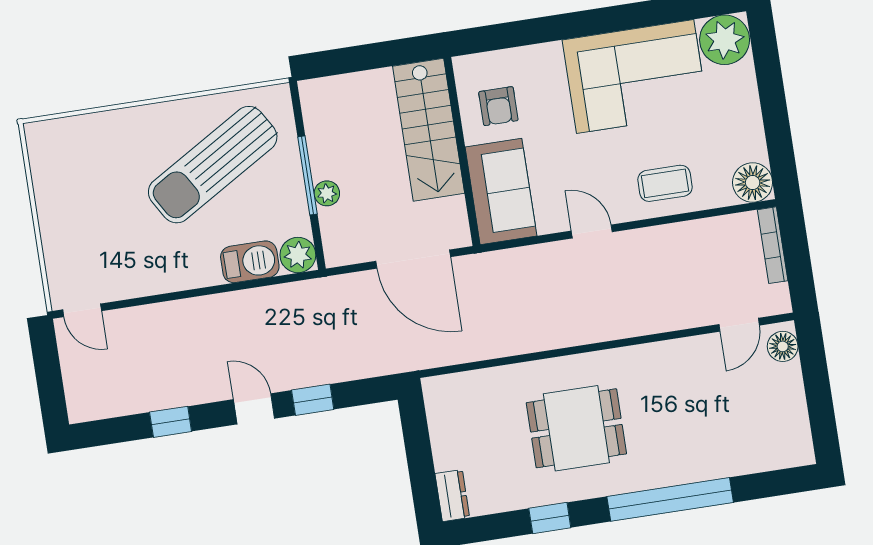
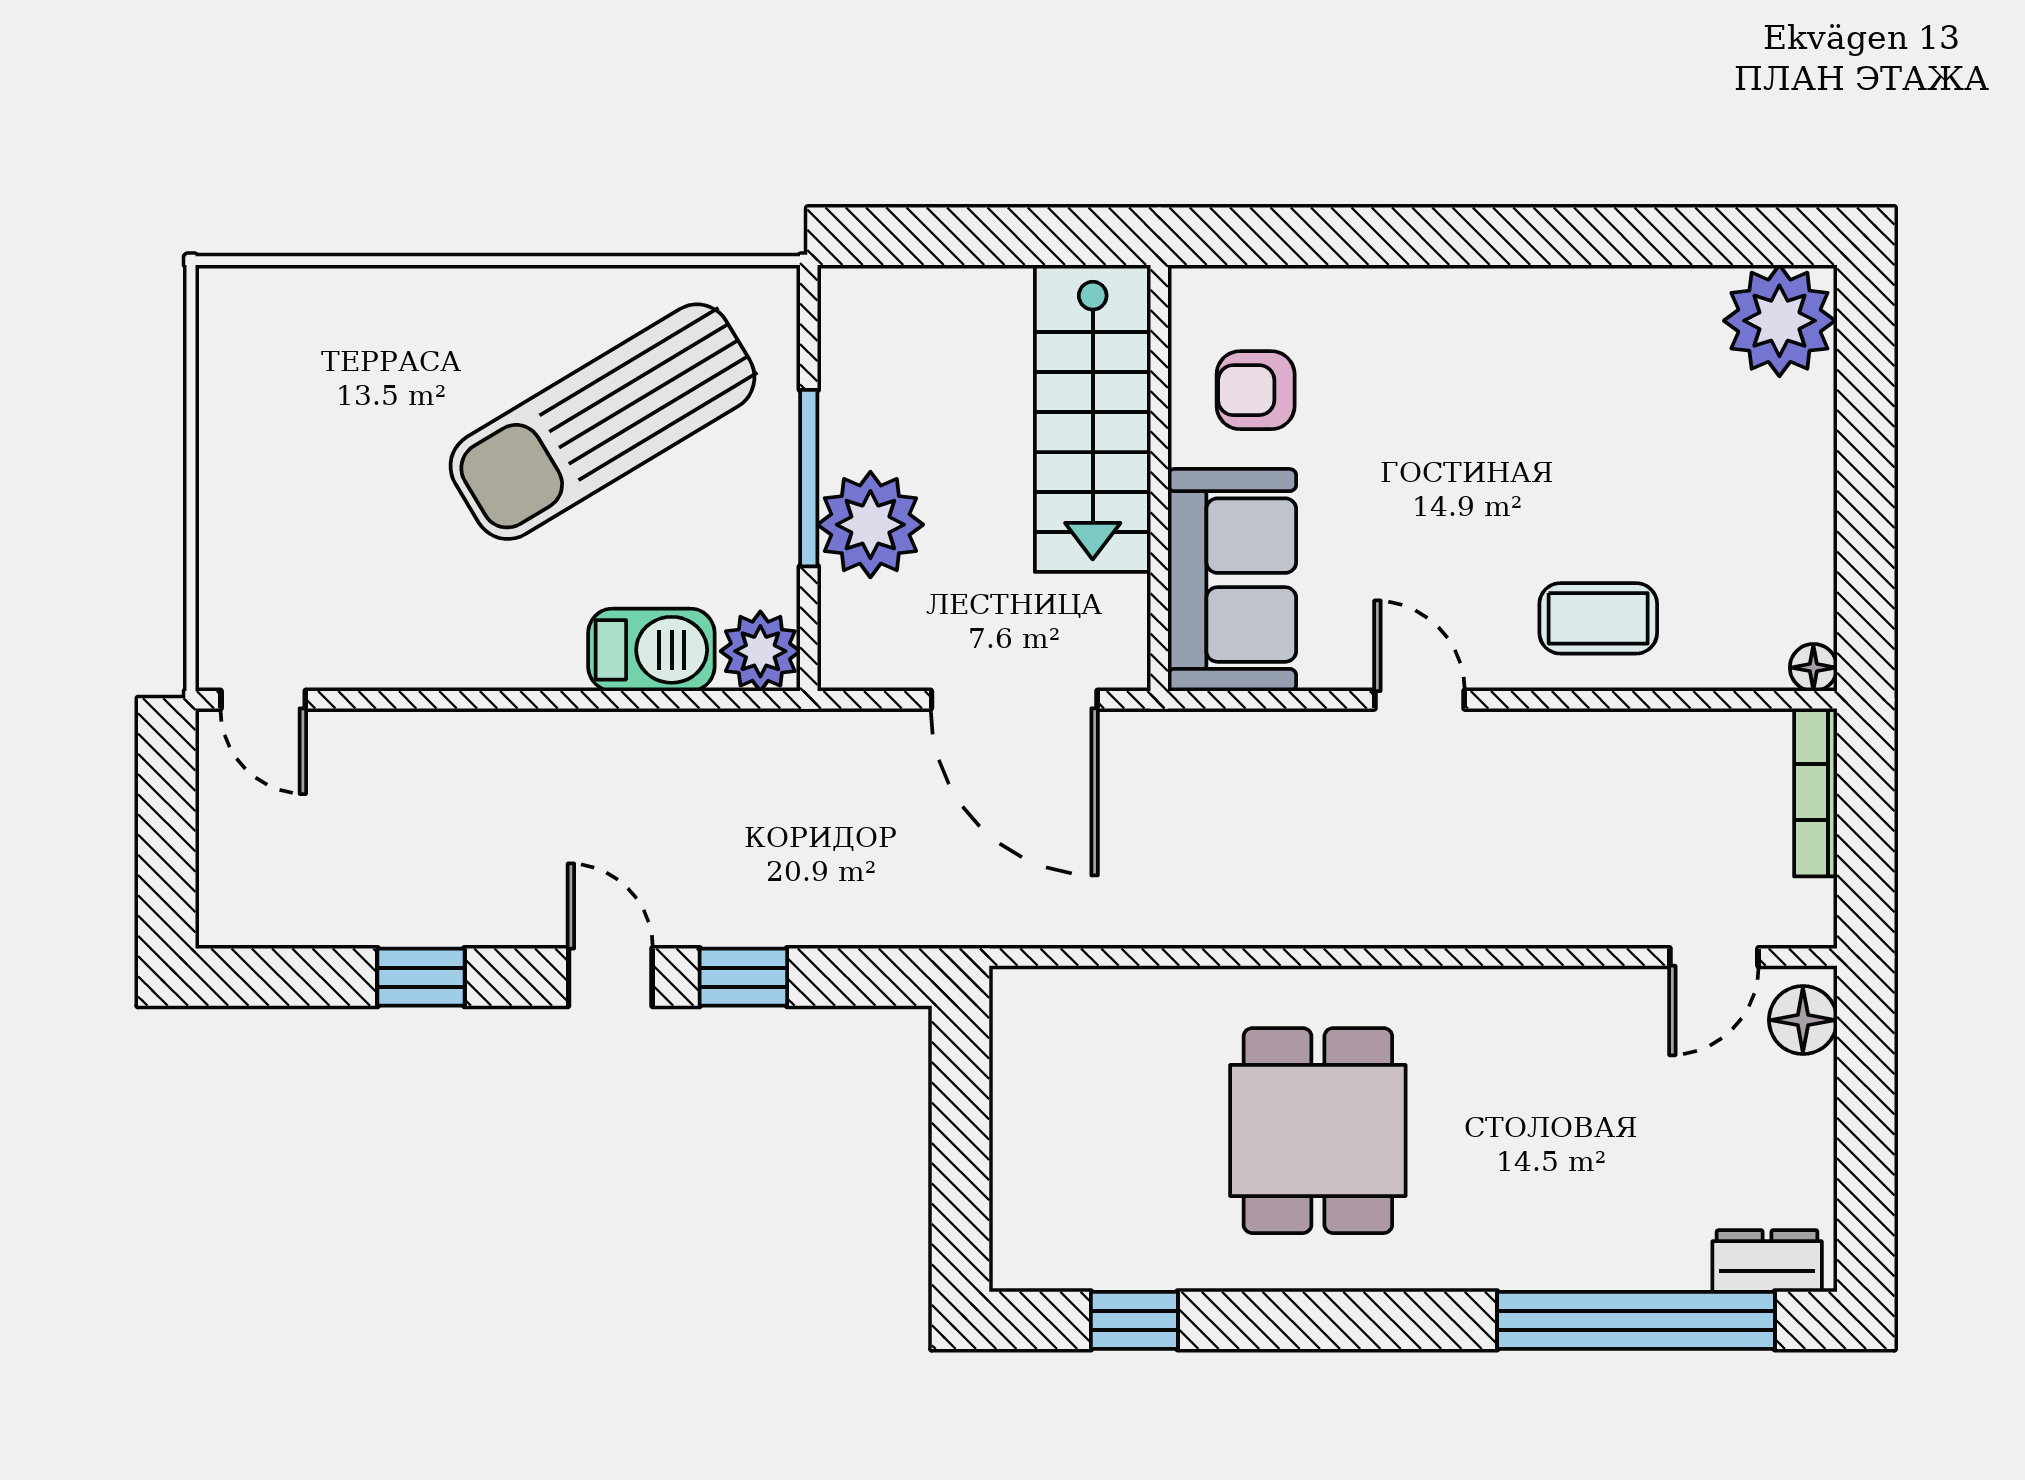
corner sofa: (635, 77) -> (1569, 372), removed
armchair: (498, 106) -> (1256, 390), turned 90
floor lamp: (753, 183) -> (1813, 668), width x0.53, depth x0.53
plant: (327, 193) -> (870, 525), width x1.88, depth x1.88
dining table: (576, 428) -> (1318, 1131), turned 90
dresser: (452, 496) -> (1767, 1261), moved, turned -90
window: (670, 499) -> (1636, 1320), moved
window: (550, 518) -> (1134, 1320), moved

